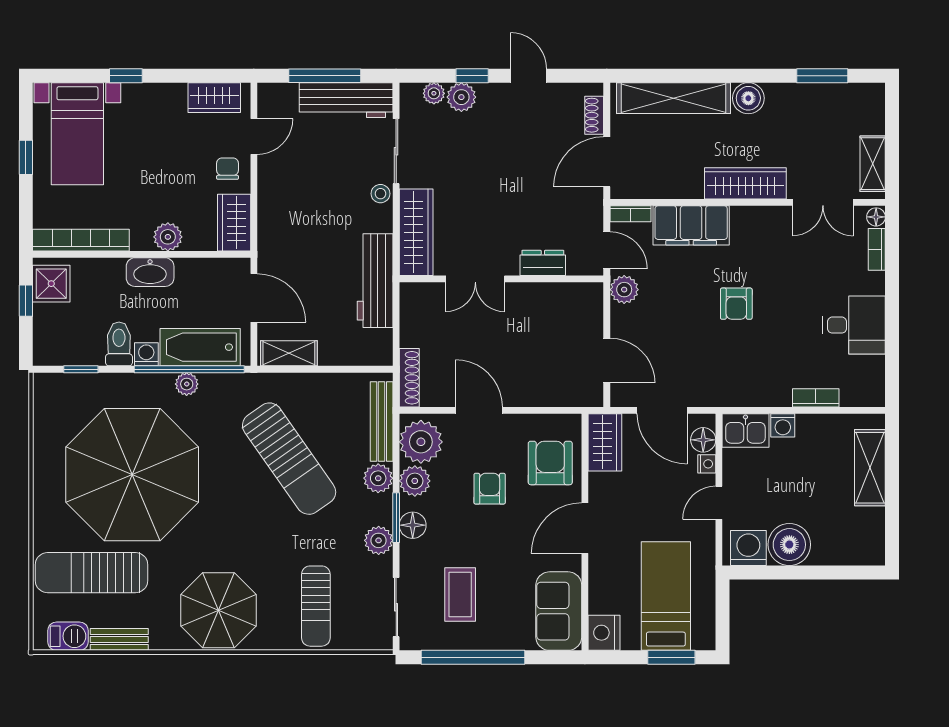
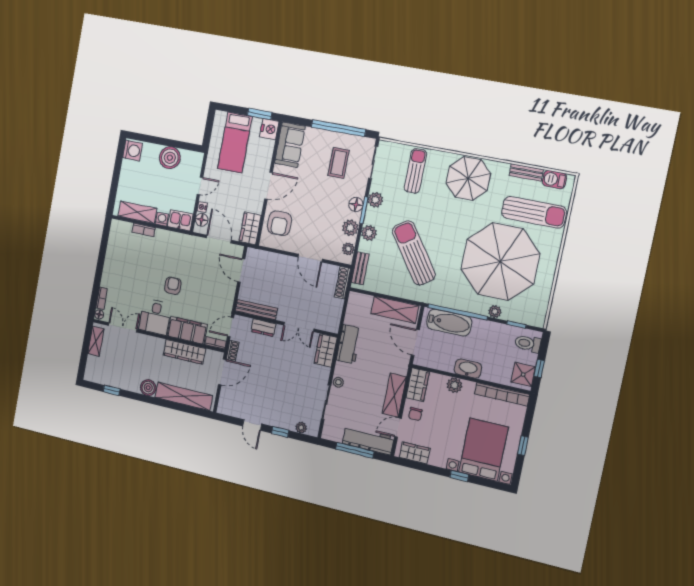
window: (822, 76) -> (112, 390), width x0.67
plant: (461, 97) -> (288, 422), removed
workbench: (346, 100) -> (368, 440), moved
shoe rack: (594, 115) -> (233, 351), moved
bed with nightstands: (77, 134) -> (483, 450), width x1.36
wardrobe: (745, 183) -> (184, 352), moved
shelving: (273, 194) -> (394, 395), added
wardrobe: (416, 232) -> (326, 350), width x0.67
door: (607, 250) -> (231, 327), hinge flipped
double door: (475, 279) -> (299, 327), swing flipped
workbench: (375, 281) -> (349, 344), width x0.73
plant: (624, 290) -> (226, 305), removed
bench: (563, 294) -> (256, 310), added
desk: (854, 325) -> (155, 317), moved, turned -90
toilet: (119, 344) -> (528, 344), moved, turned 90
shelving: (289, 353) -> (395, 310), width x1.50, depth x1.33
washing machine: (146, 354) -> (479, 325), removed
plant: (187, 384) -> (495, 312), moved
bench: (382, 422) -> (360, 268), width x0.73
plant: (421, 442) -> (348, 249), width x0.53, depth x0.53
shelving: (870, 468) -> (137, 212), moved, turned 90
armchair: (490, 489) -> (313, 216), removed
washing machine: (748, 548) -> (133, 151), moved, turned -90
window: (671, 657) -> (260, 114), moved

